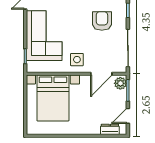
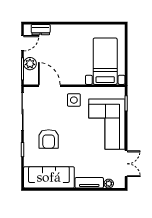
door: (101, 74) -> (49, 86), hinge flipped
plant: (120, 83) -> (30, 64), moved
bed with nightstands: (53, 98) -> (105, 61), width x0.73

